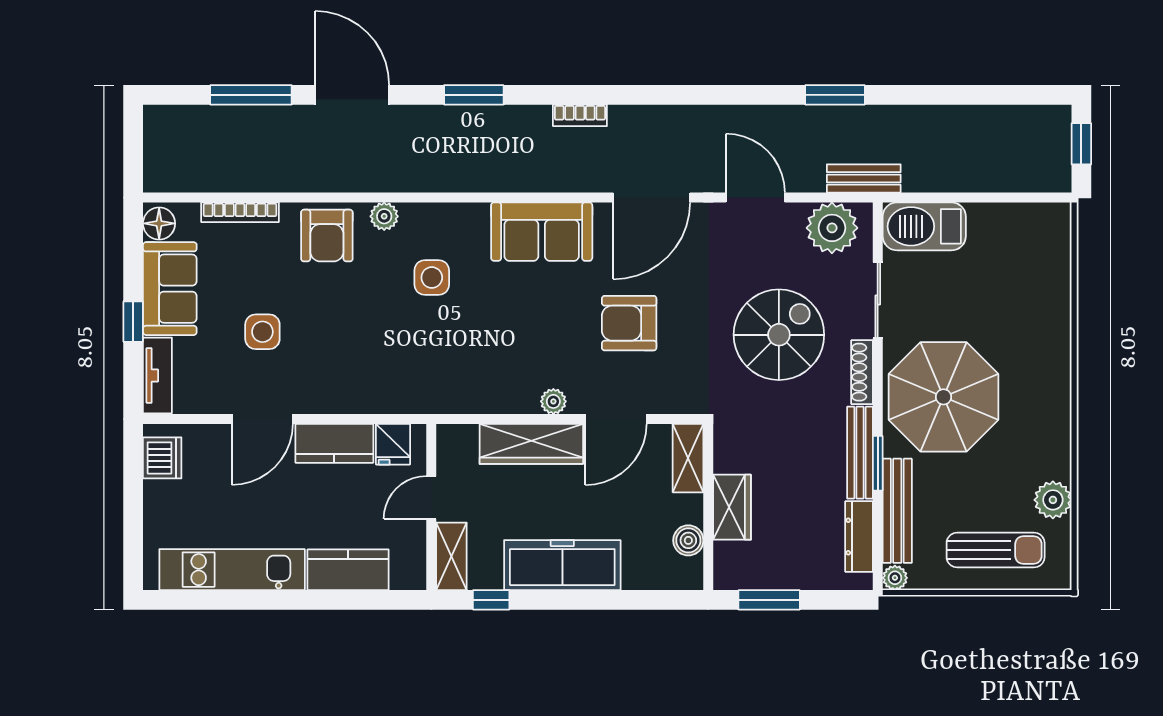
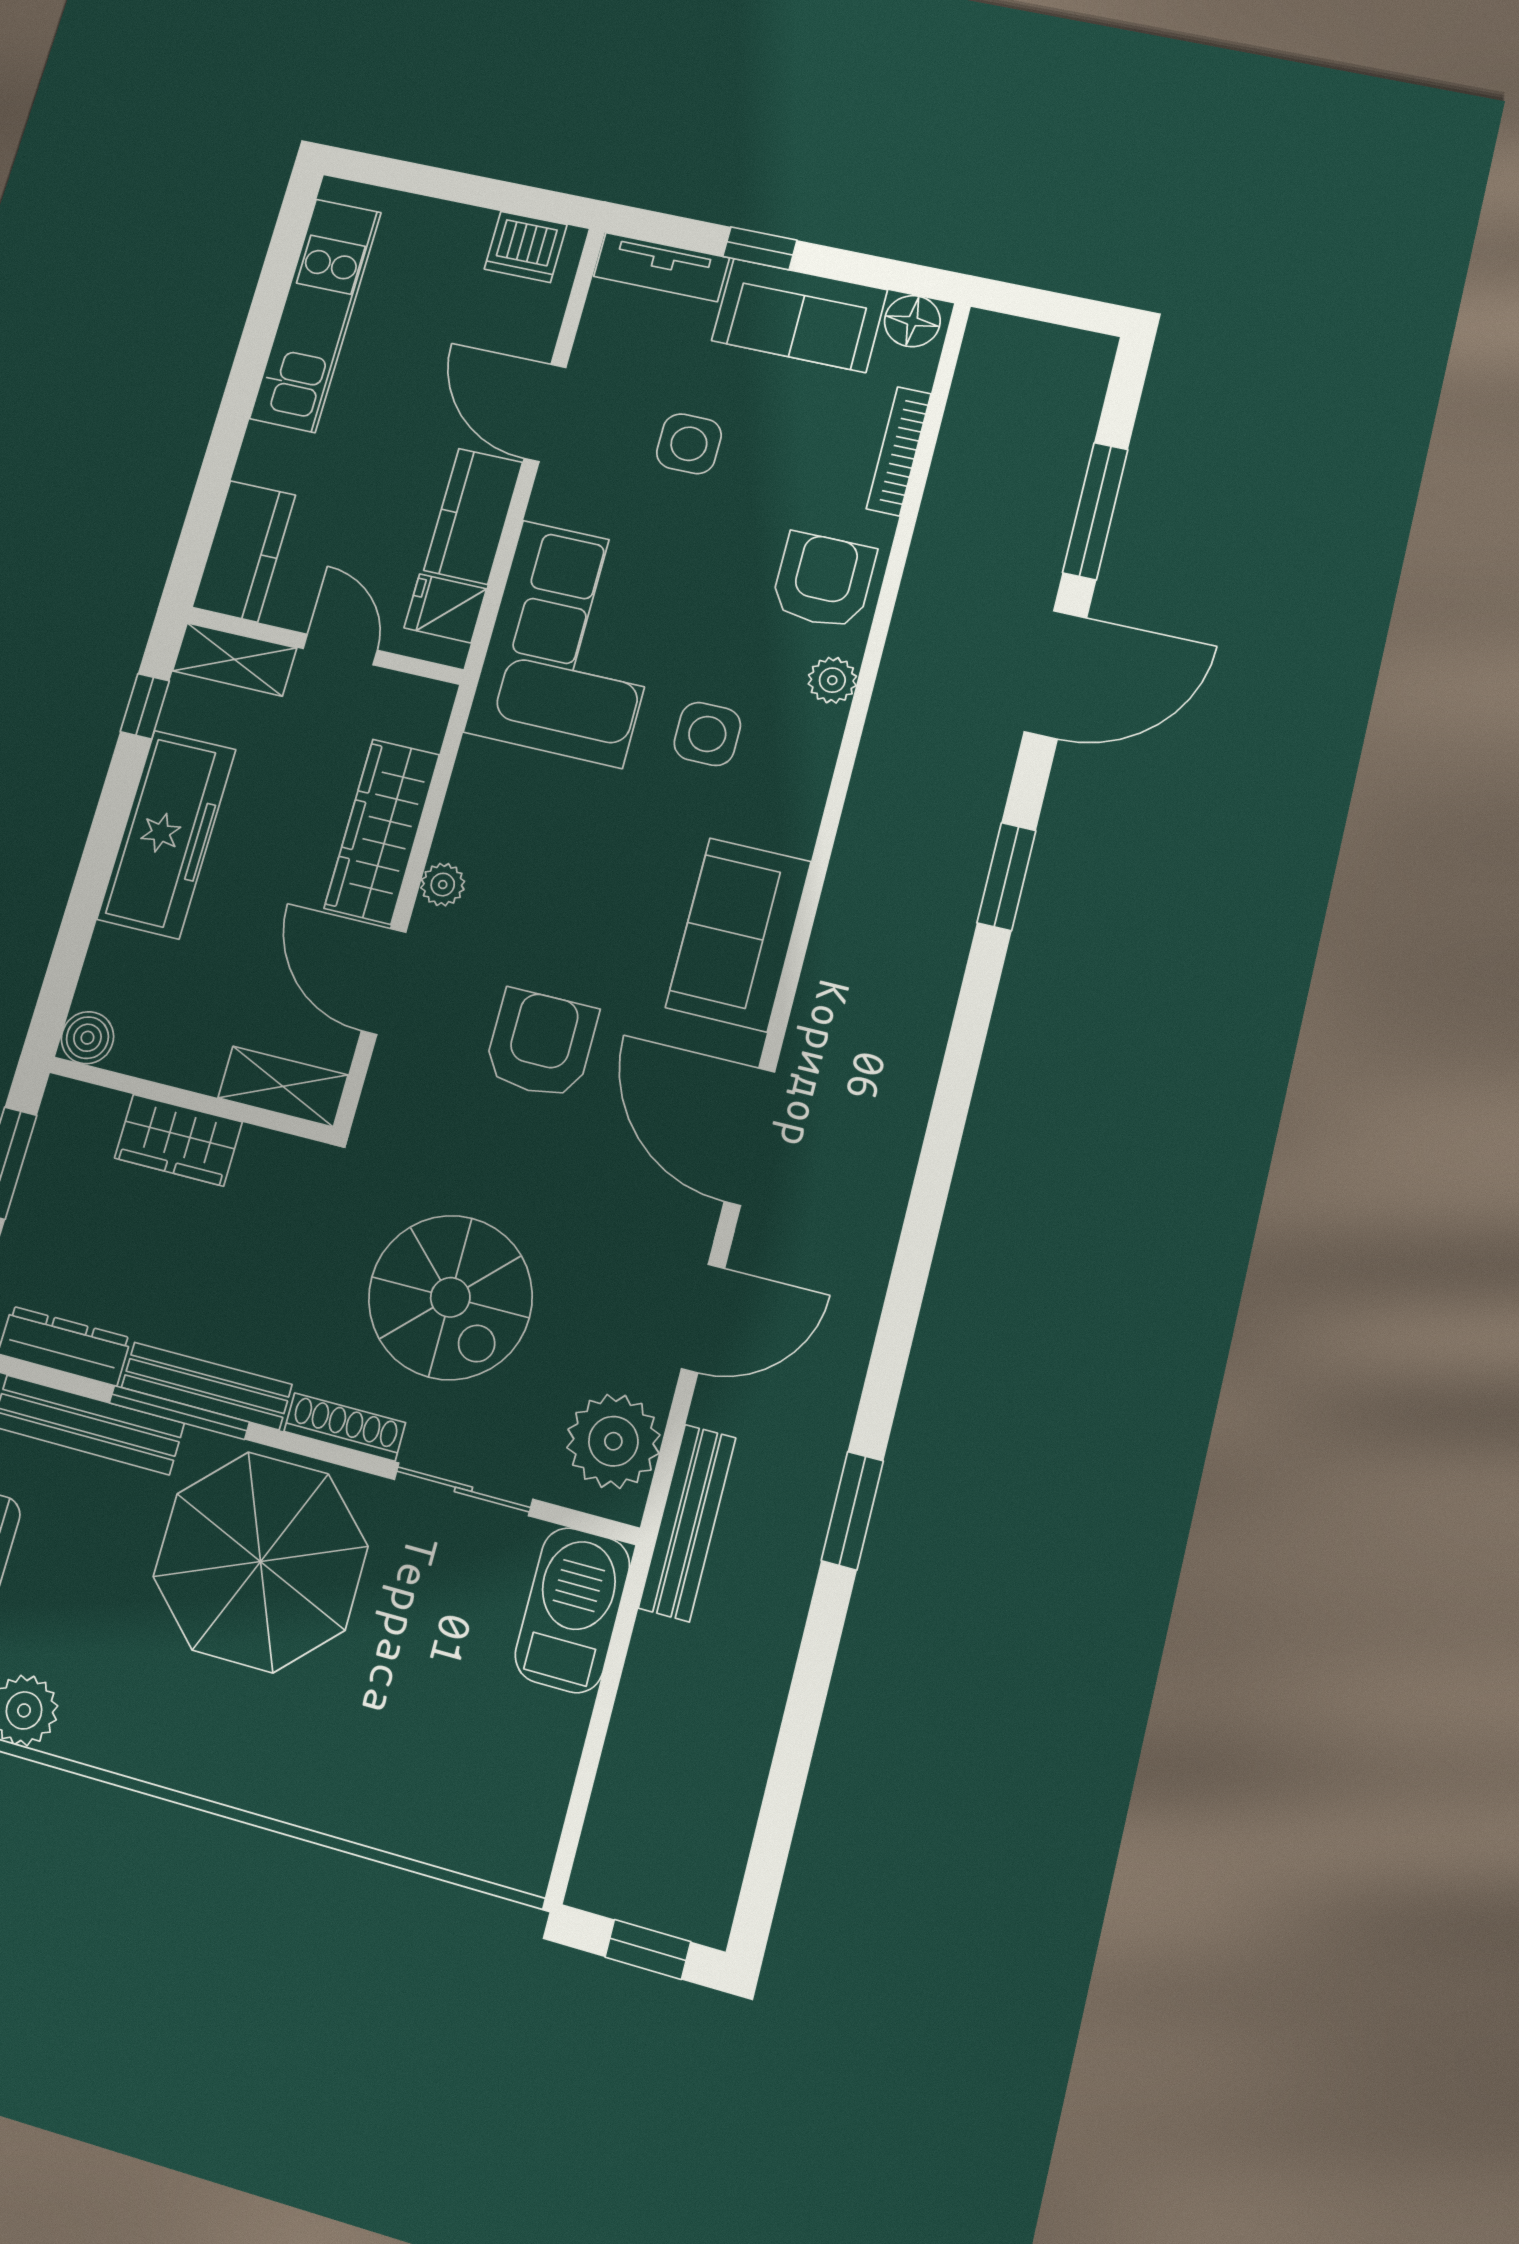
bookcase: (580, 115) -> (926, 1048), removed
bench: (864, 178) -> (687, 1523), width x1.36
armchair: (327, 236) -> (823, 581), turned 90
corner sofa: (397, 367) -> (572, 643), added
window: (878, 463) -> (179, 1412), width x1.44
boiler: (688, 540) -> (87, 1038), moved
kitchen counter: (348, 570) -> (244, 551), moved

